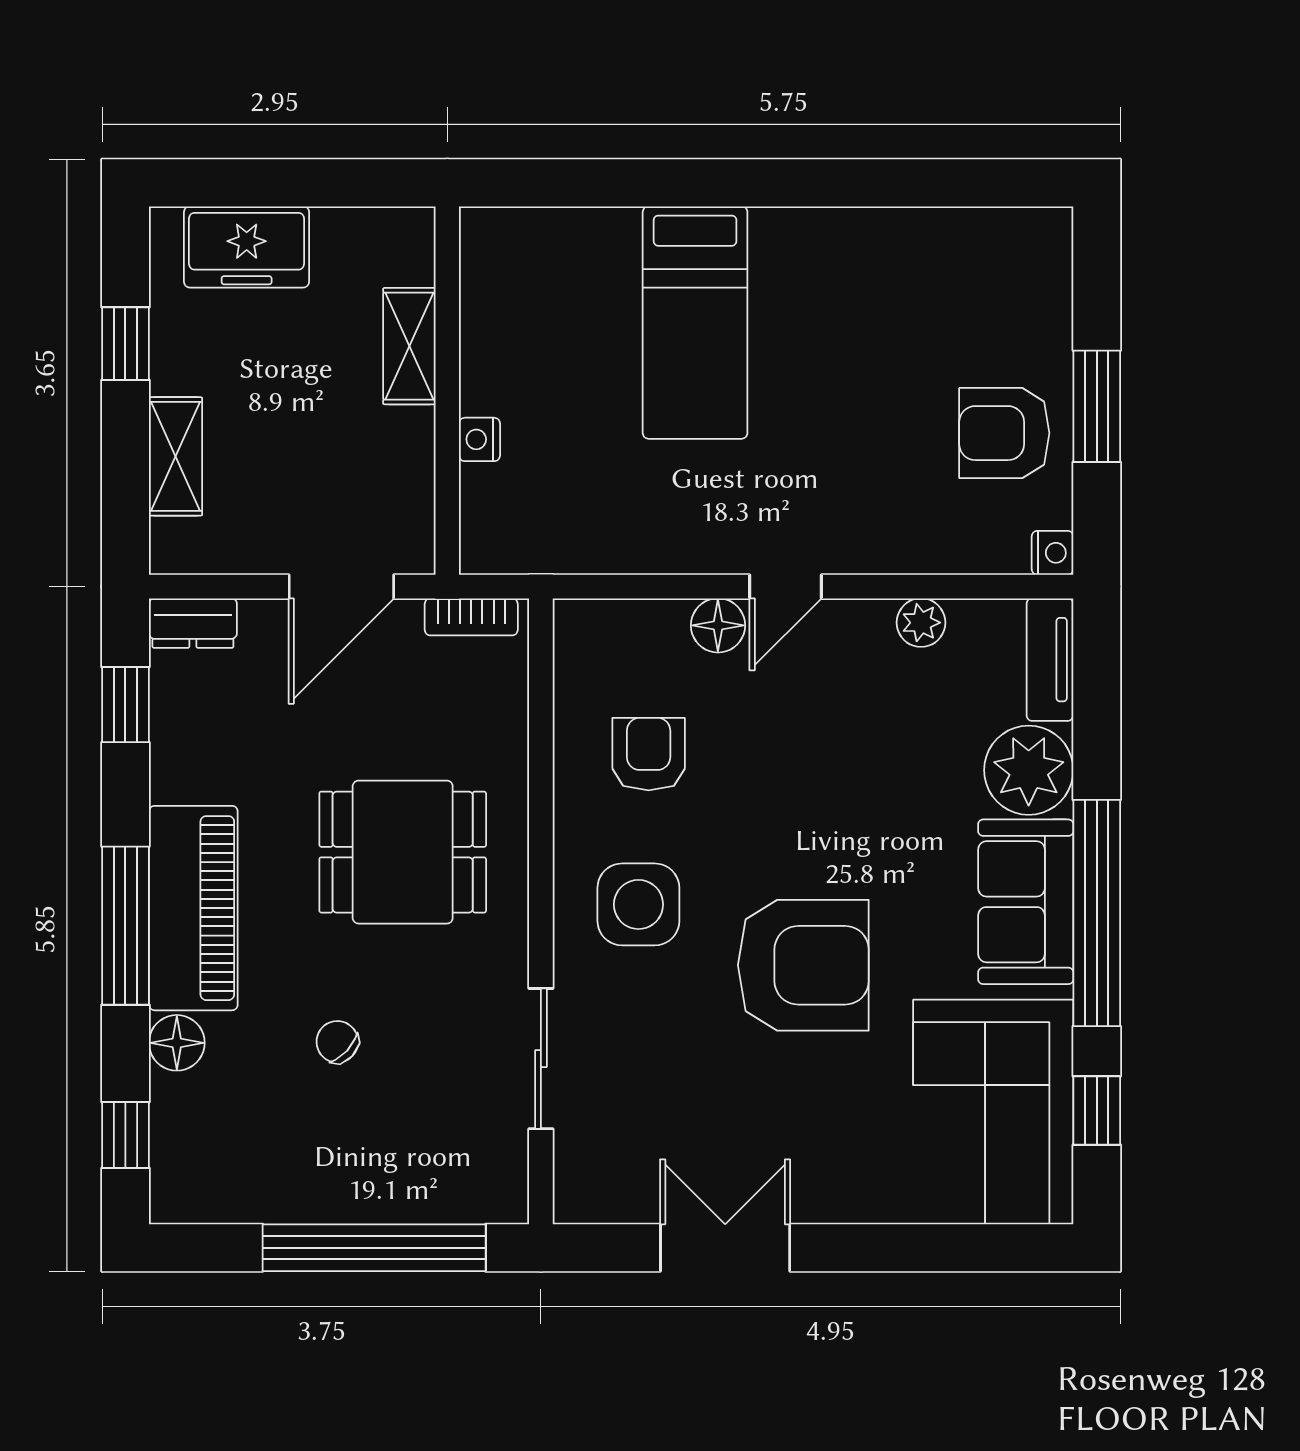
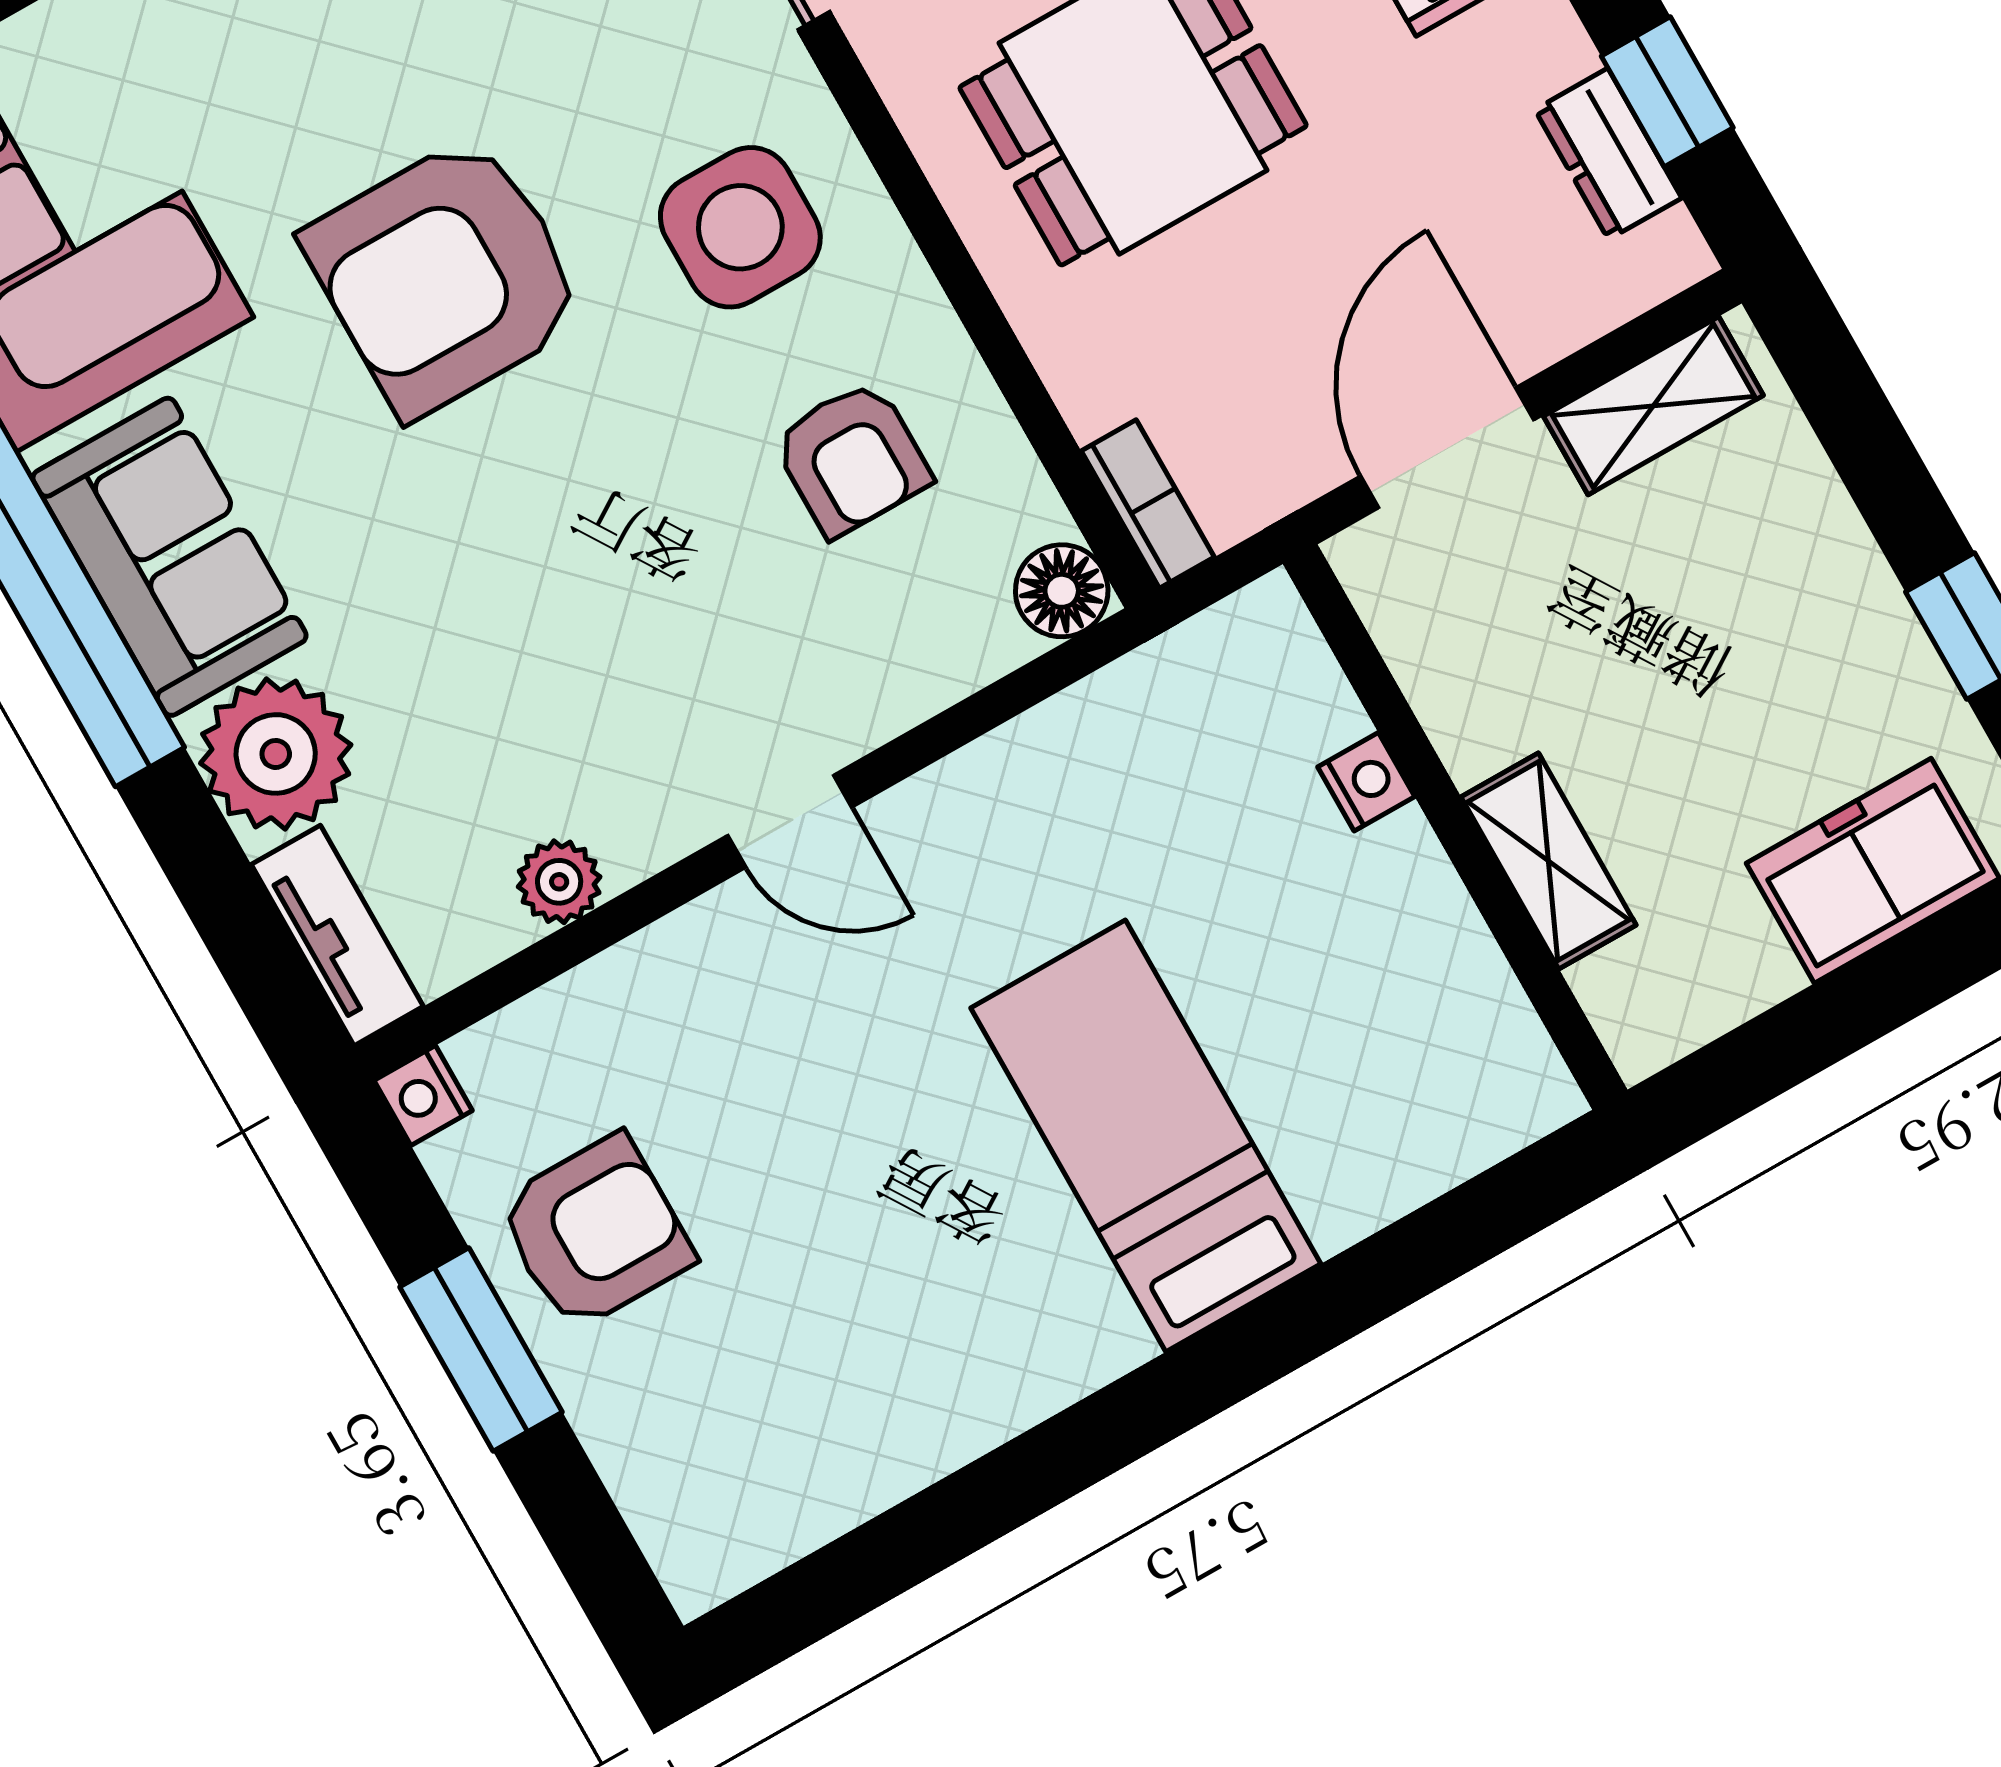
shelving: (176, 456) -> (1653, 406), moved, turned 90
door: (786, 587) -> (790, 821), swing flipped
bookcase: (471, 617) -> (1148, 504), moved, turned 90
dresser: (193, 623) -> (1608, 154), moved, turned -90
floor lamp: (718, 625) -> (1062, 591), moved

